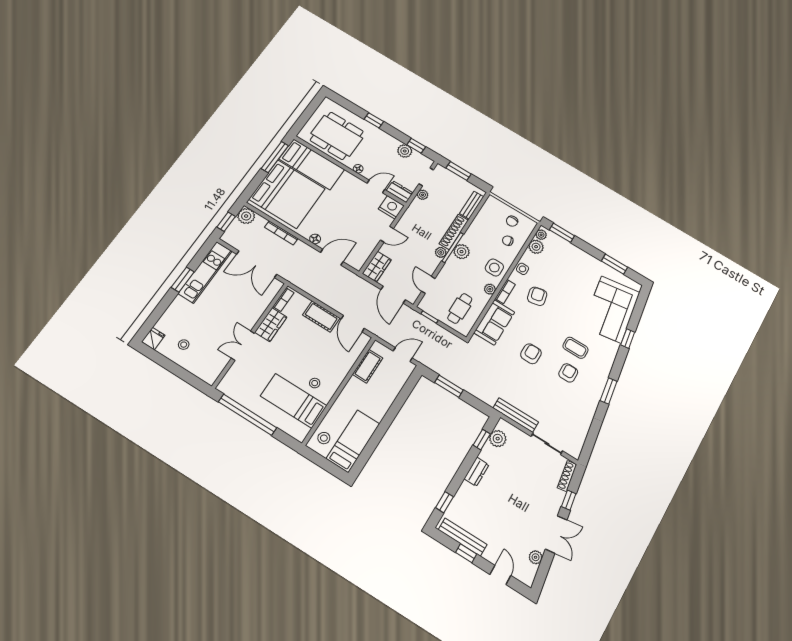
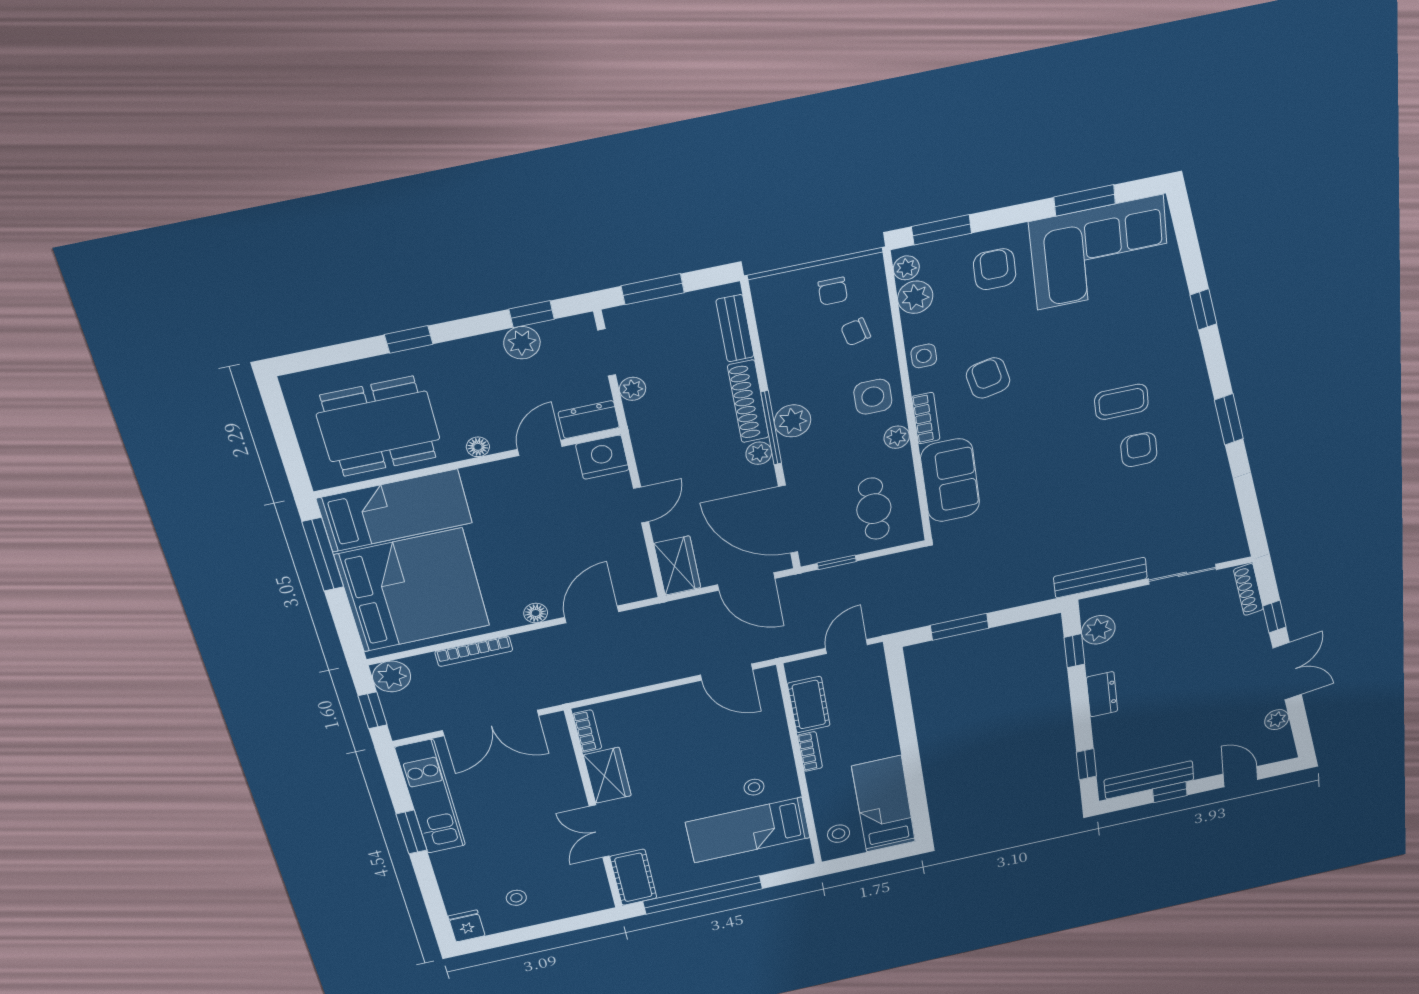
door: (428, 285) -> (788, 519), width x1.88
corner sofa: (611, 309) -> (1100, 253), moved, turned -82
cot: (321, 316) -> (633, 877), moved, turned 90
armchair: (531, 354) -> (995, 269), moved
bookcase: (349, 388) -> (810, 751), added

